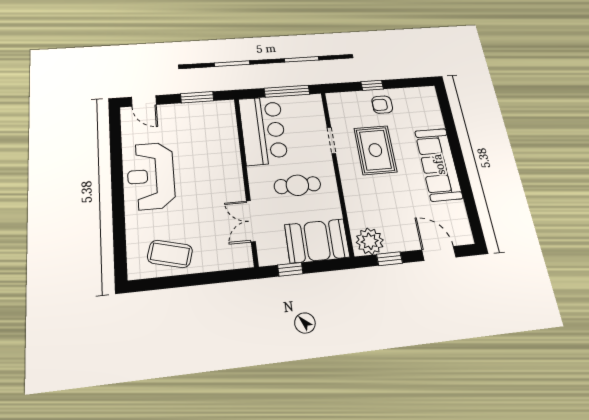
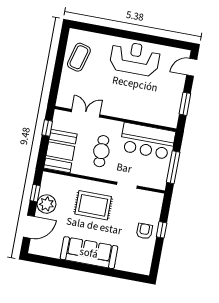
rug: (375, 150) -> (93, 205), moved
plant: (370, 241) -> (46, 204), moved

